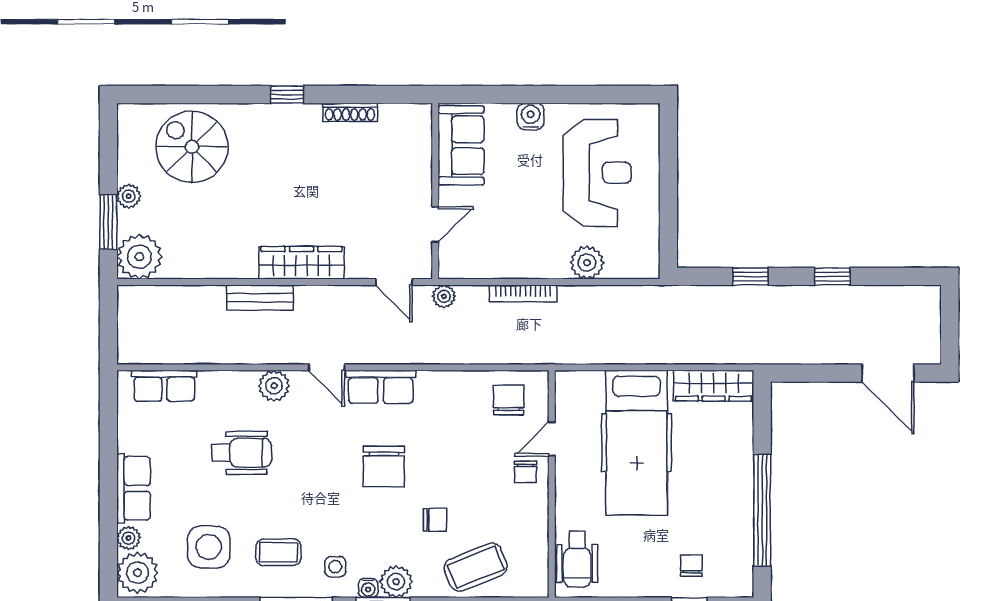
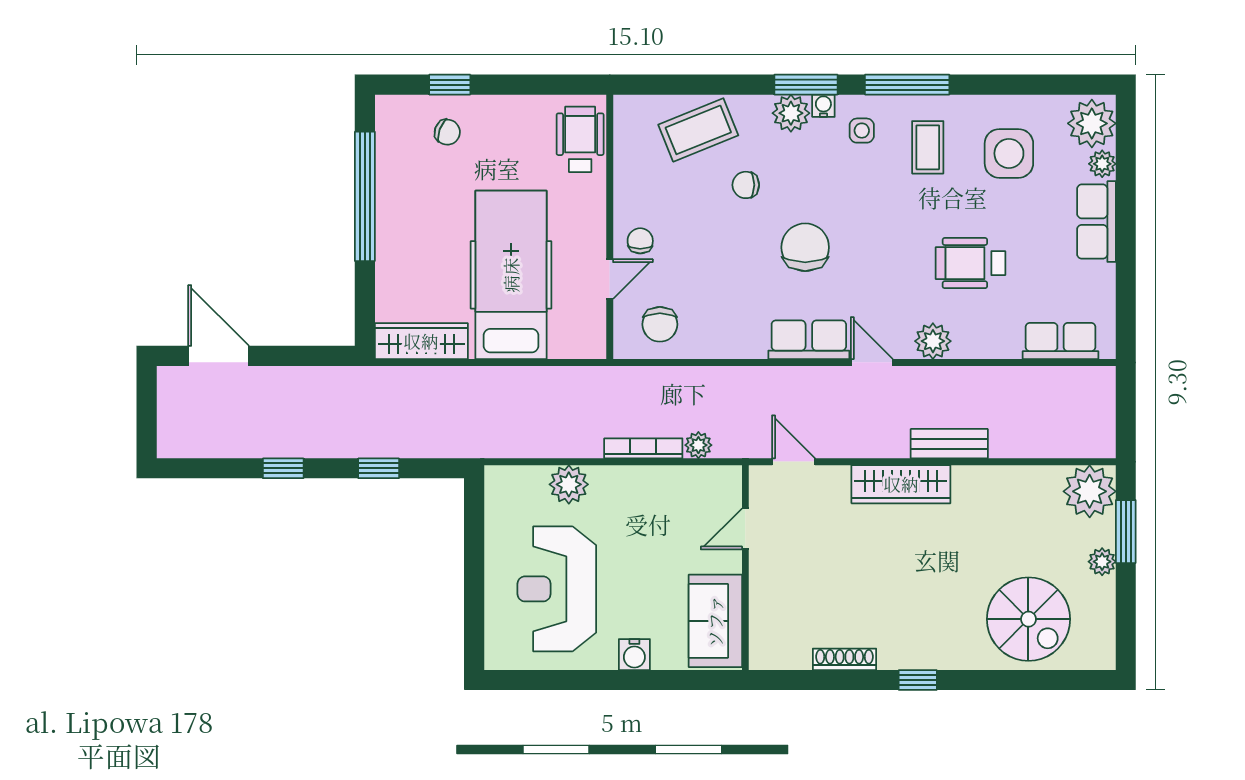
plant: (444, 296) -> (698, 445), moved
coffee table: (278, 552) -> (928, 147), turned 90
chair: (691, 565) -> (447, 132), turned -70

